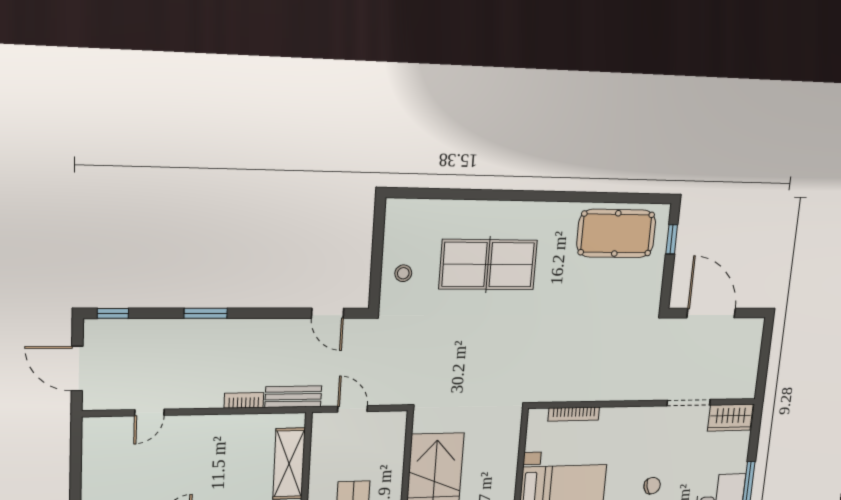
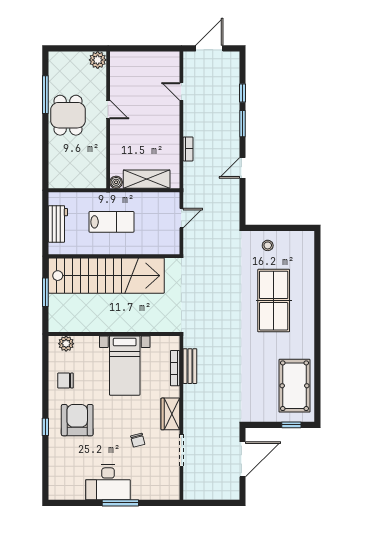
window: (113, 313) -> (242, 93), moved
door: (328, 313) -> (242, 168), moved
bench: (293, 397) -> (190, 366), moved
wardrobe: (730, 418) -> (170, 414), moved
chair: (652, 486) -> (138, 440), moved

